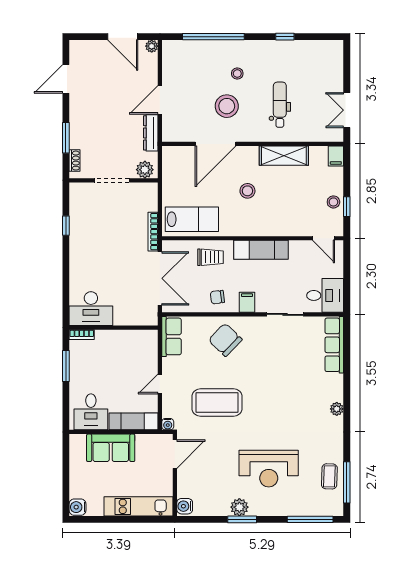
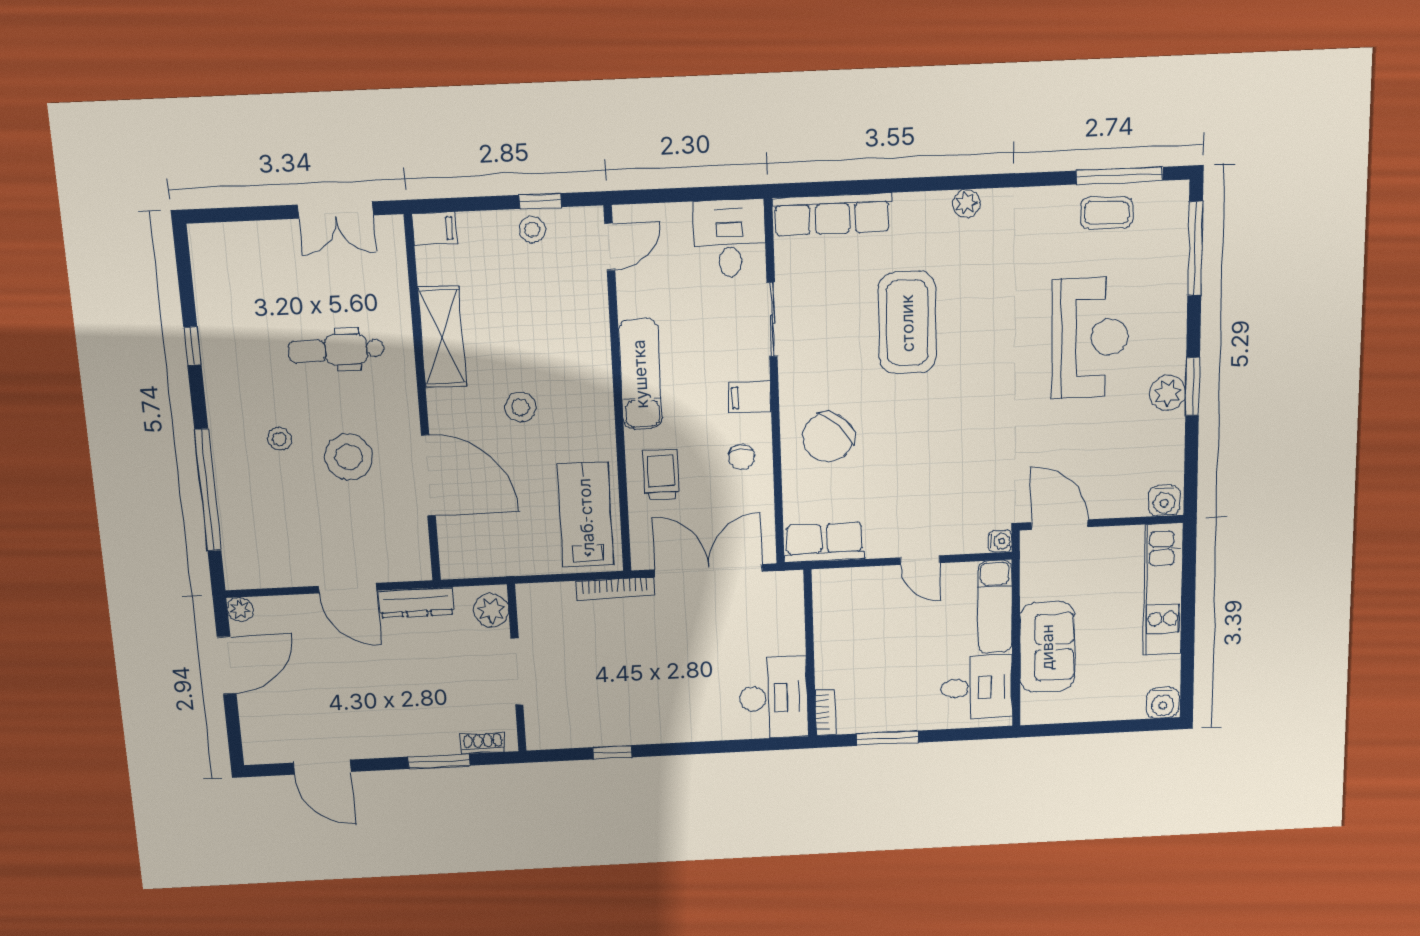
coffee table: (217, 402) -> (907, 323), moved

